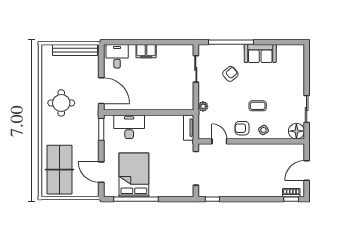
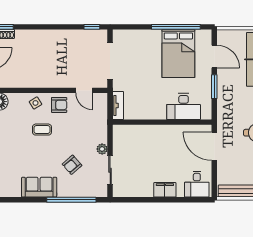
plant: (203, 106) -> (102, 149), moved
window: (101, 129) -> (214, 87), moved

